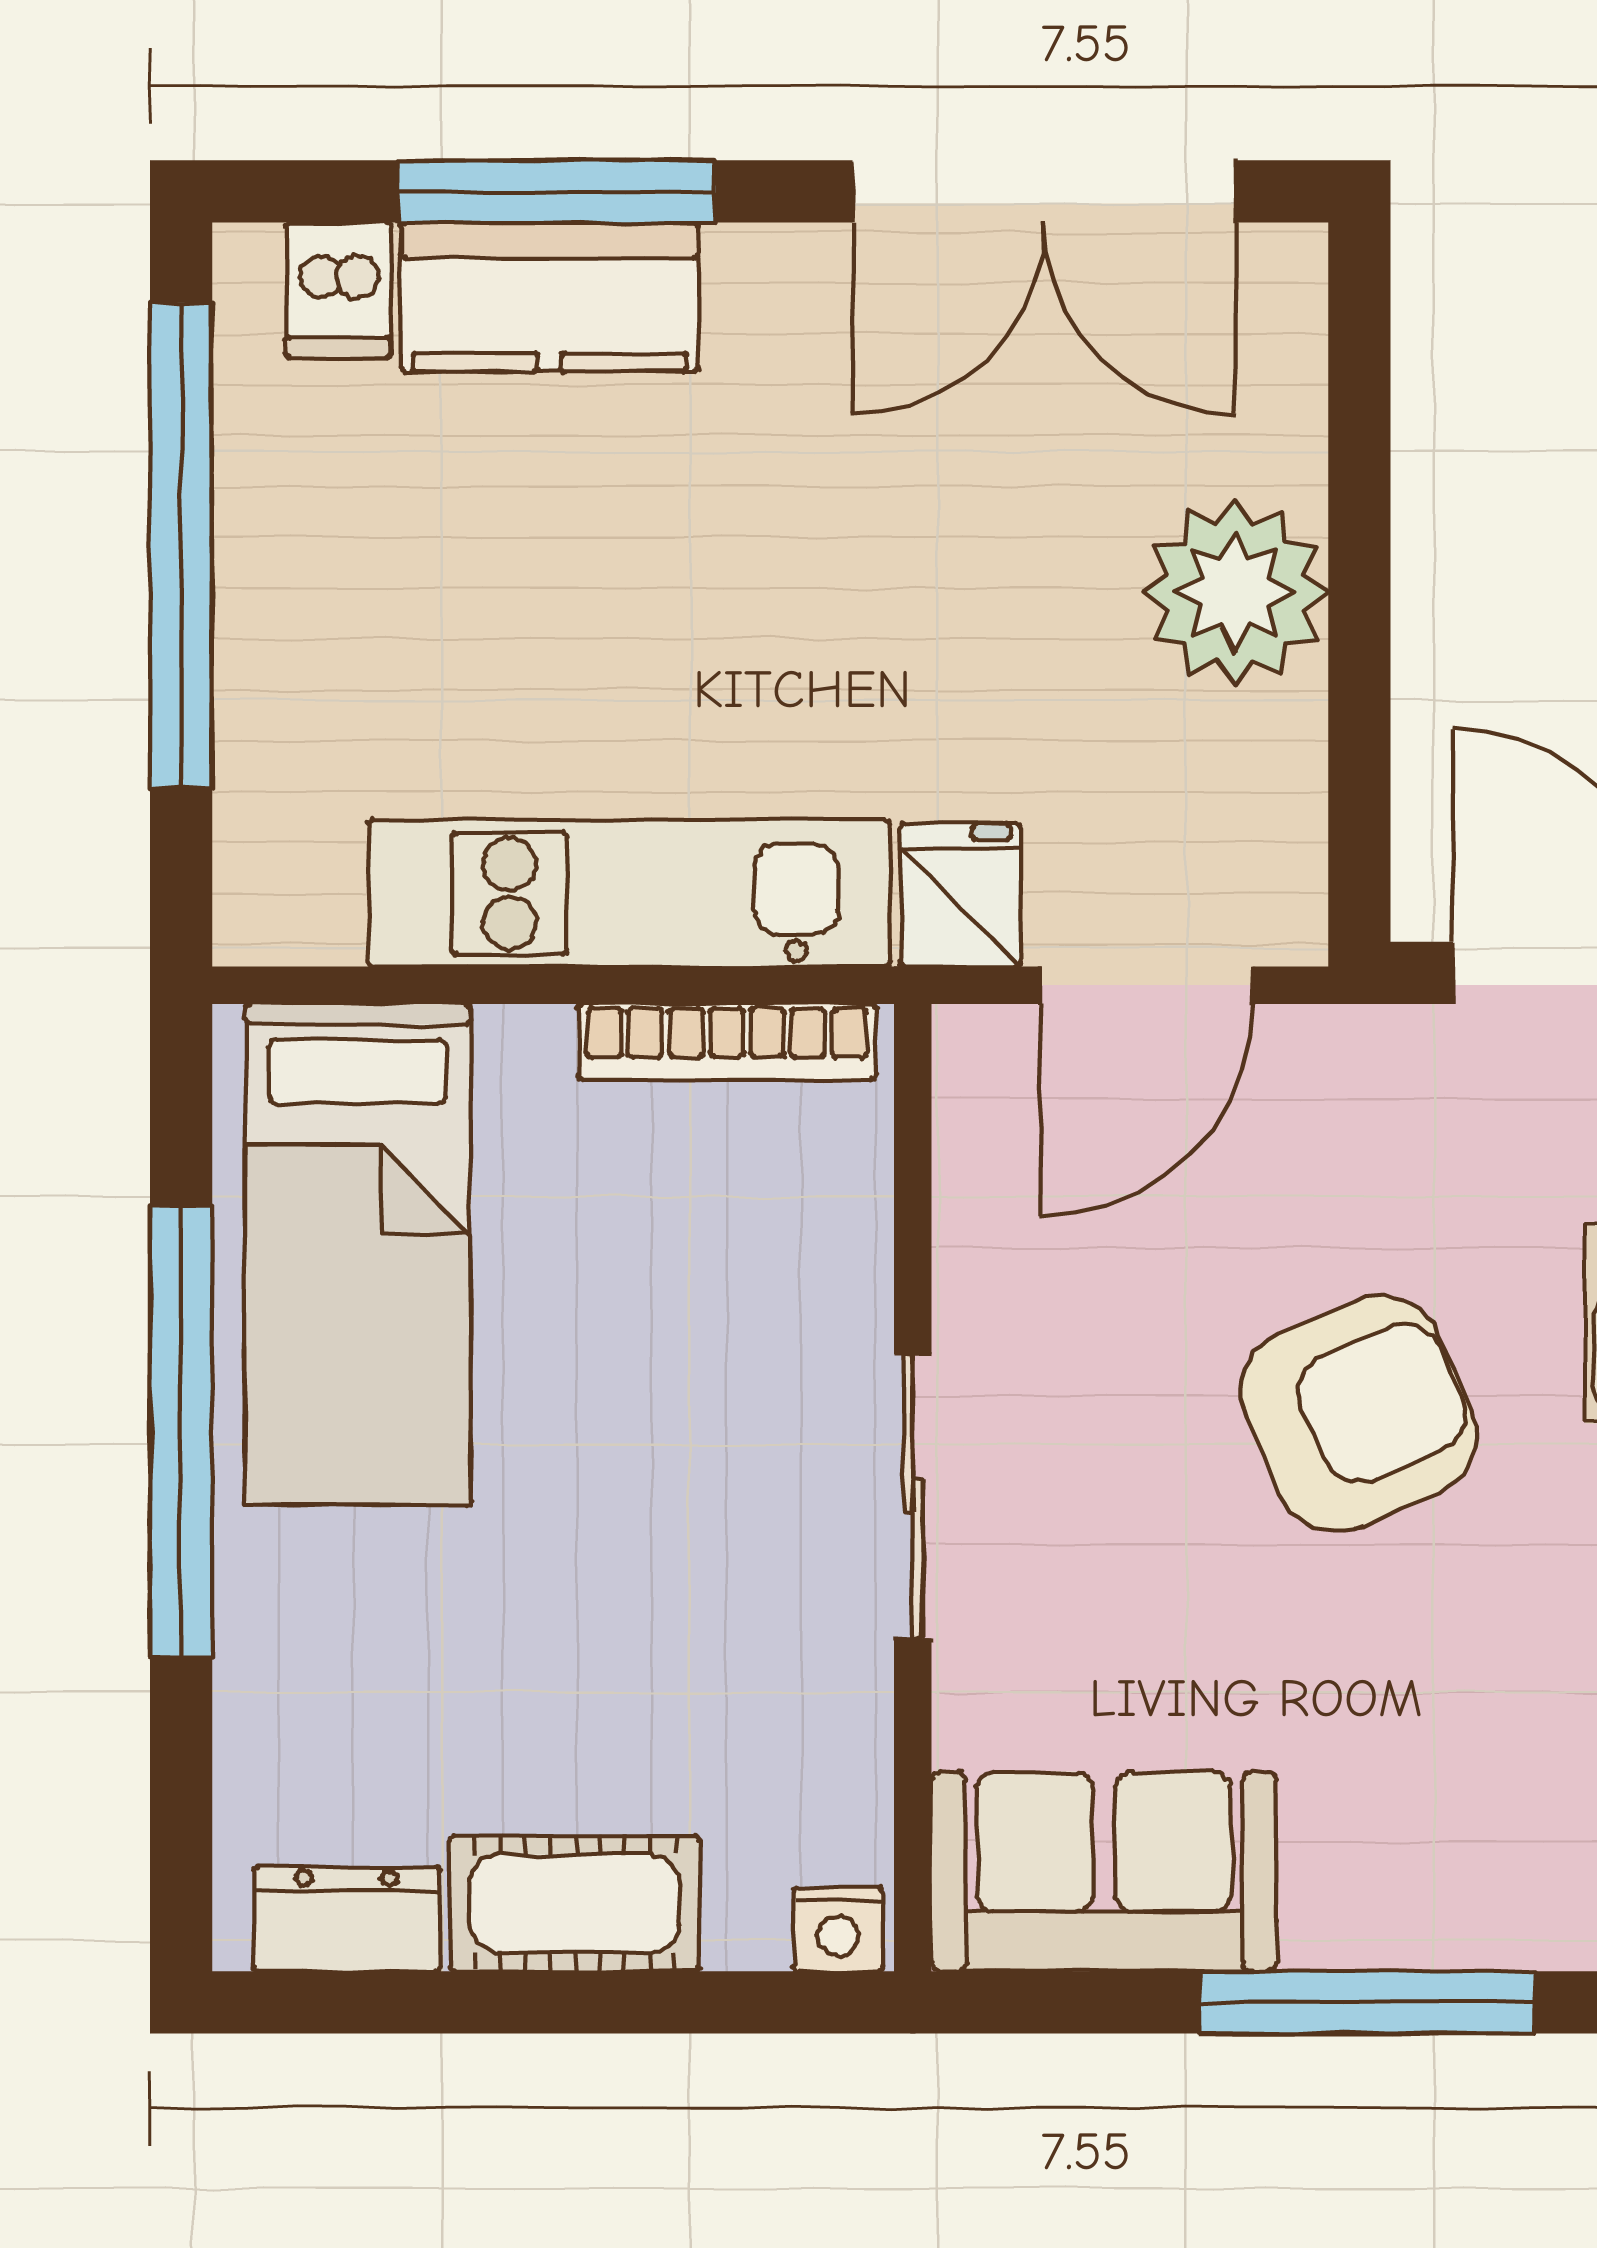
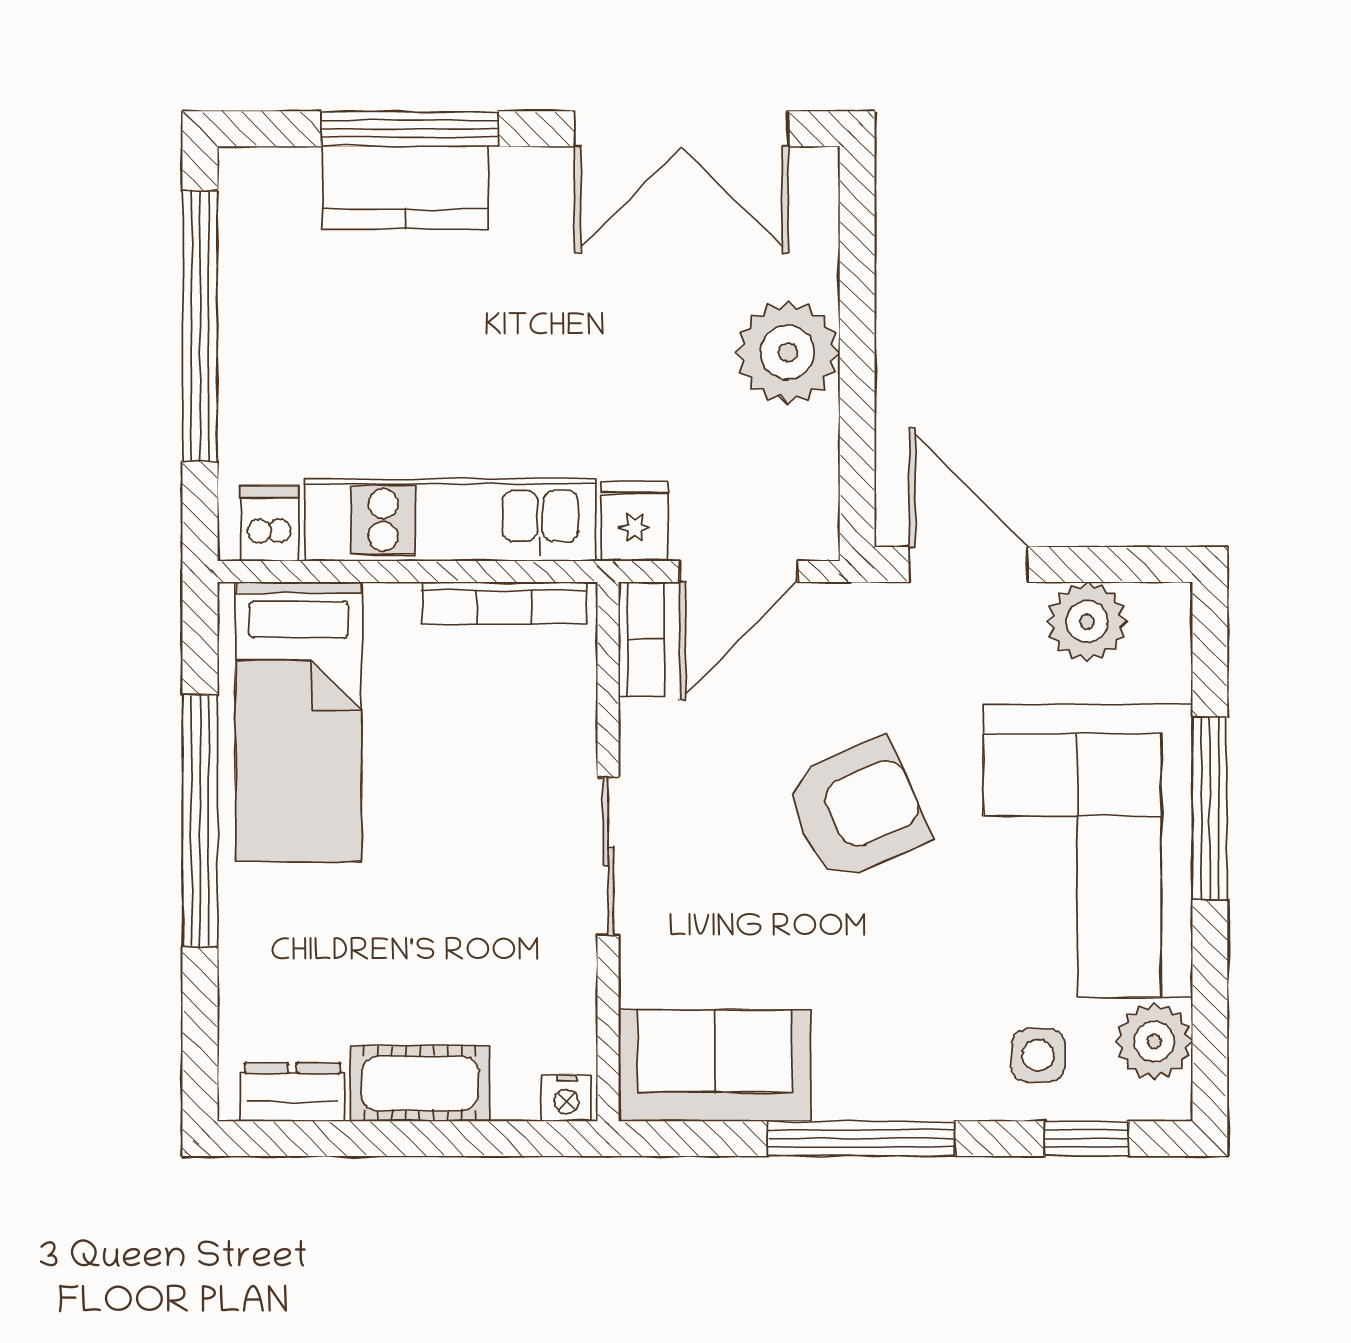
dishwasher: (338, 290) -> (270, 523), moved, turned 180
bookcase: (972, 1106) -> (641, 639), added

